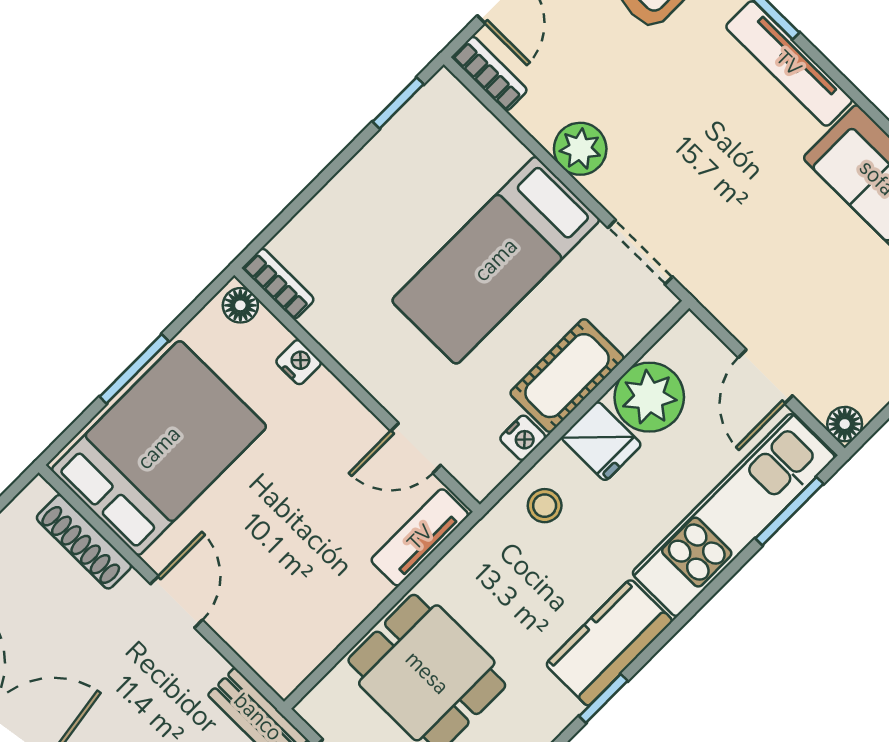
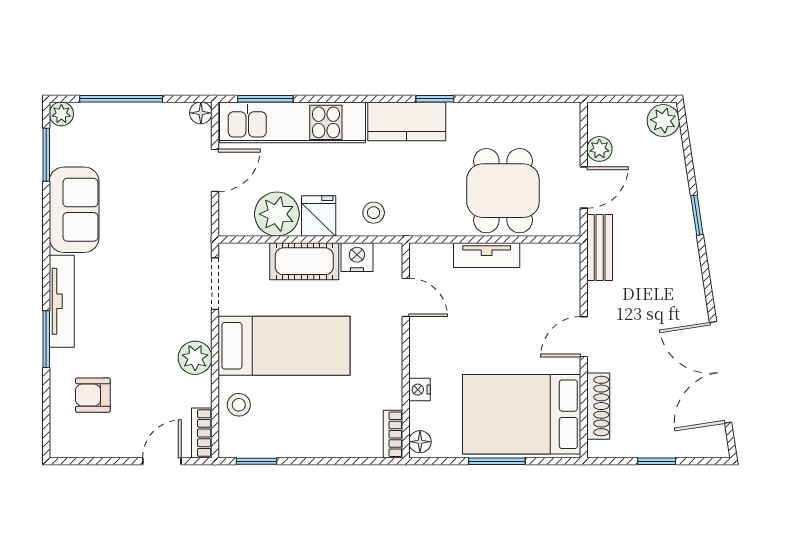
stool: (480, 146) -> (239, 405), added
nightstand: (523, 438) -> (357, 257), width x1.39, depth x1.35
tv unit: (420, 537) -> (487, 255), moved

